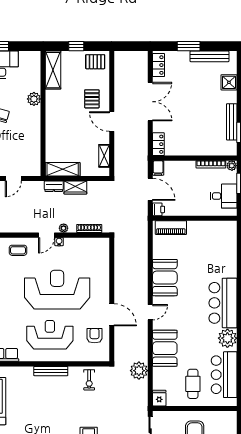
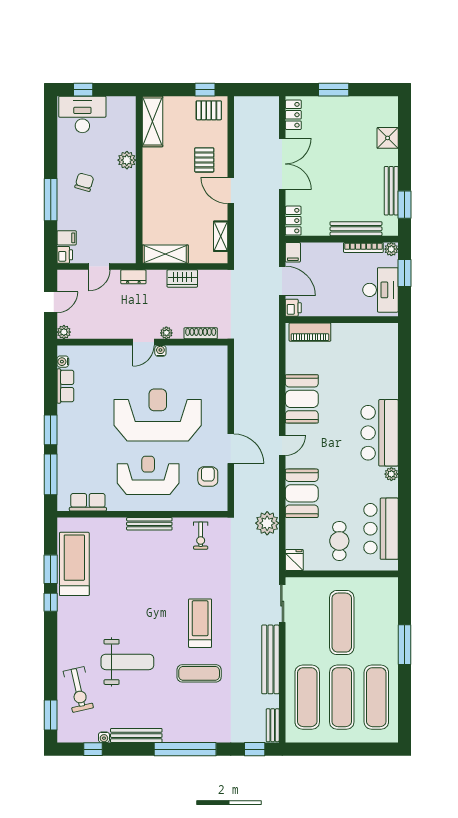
window: (76, 46) -> (205, 90), moved
bench: (209, 56) -> (356, 229), moved
dresser: (54, 186) -> (133, 277), moved
desk: (224, 196) -> (380, 290), width x1.37
coffee table: (18, 250) -> (106, 362), removed
plant: (227, 338) -> (391, 474), width x0.53, depth x0.53

